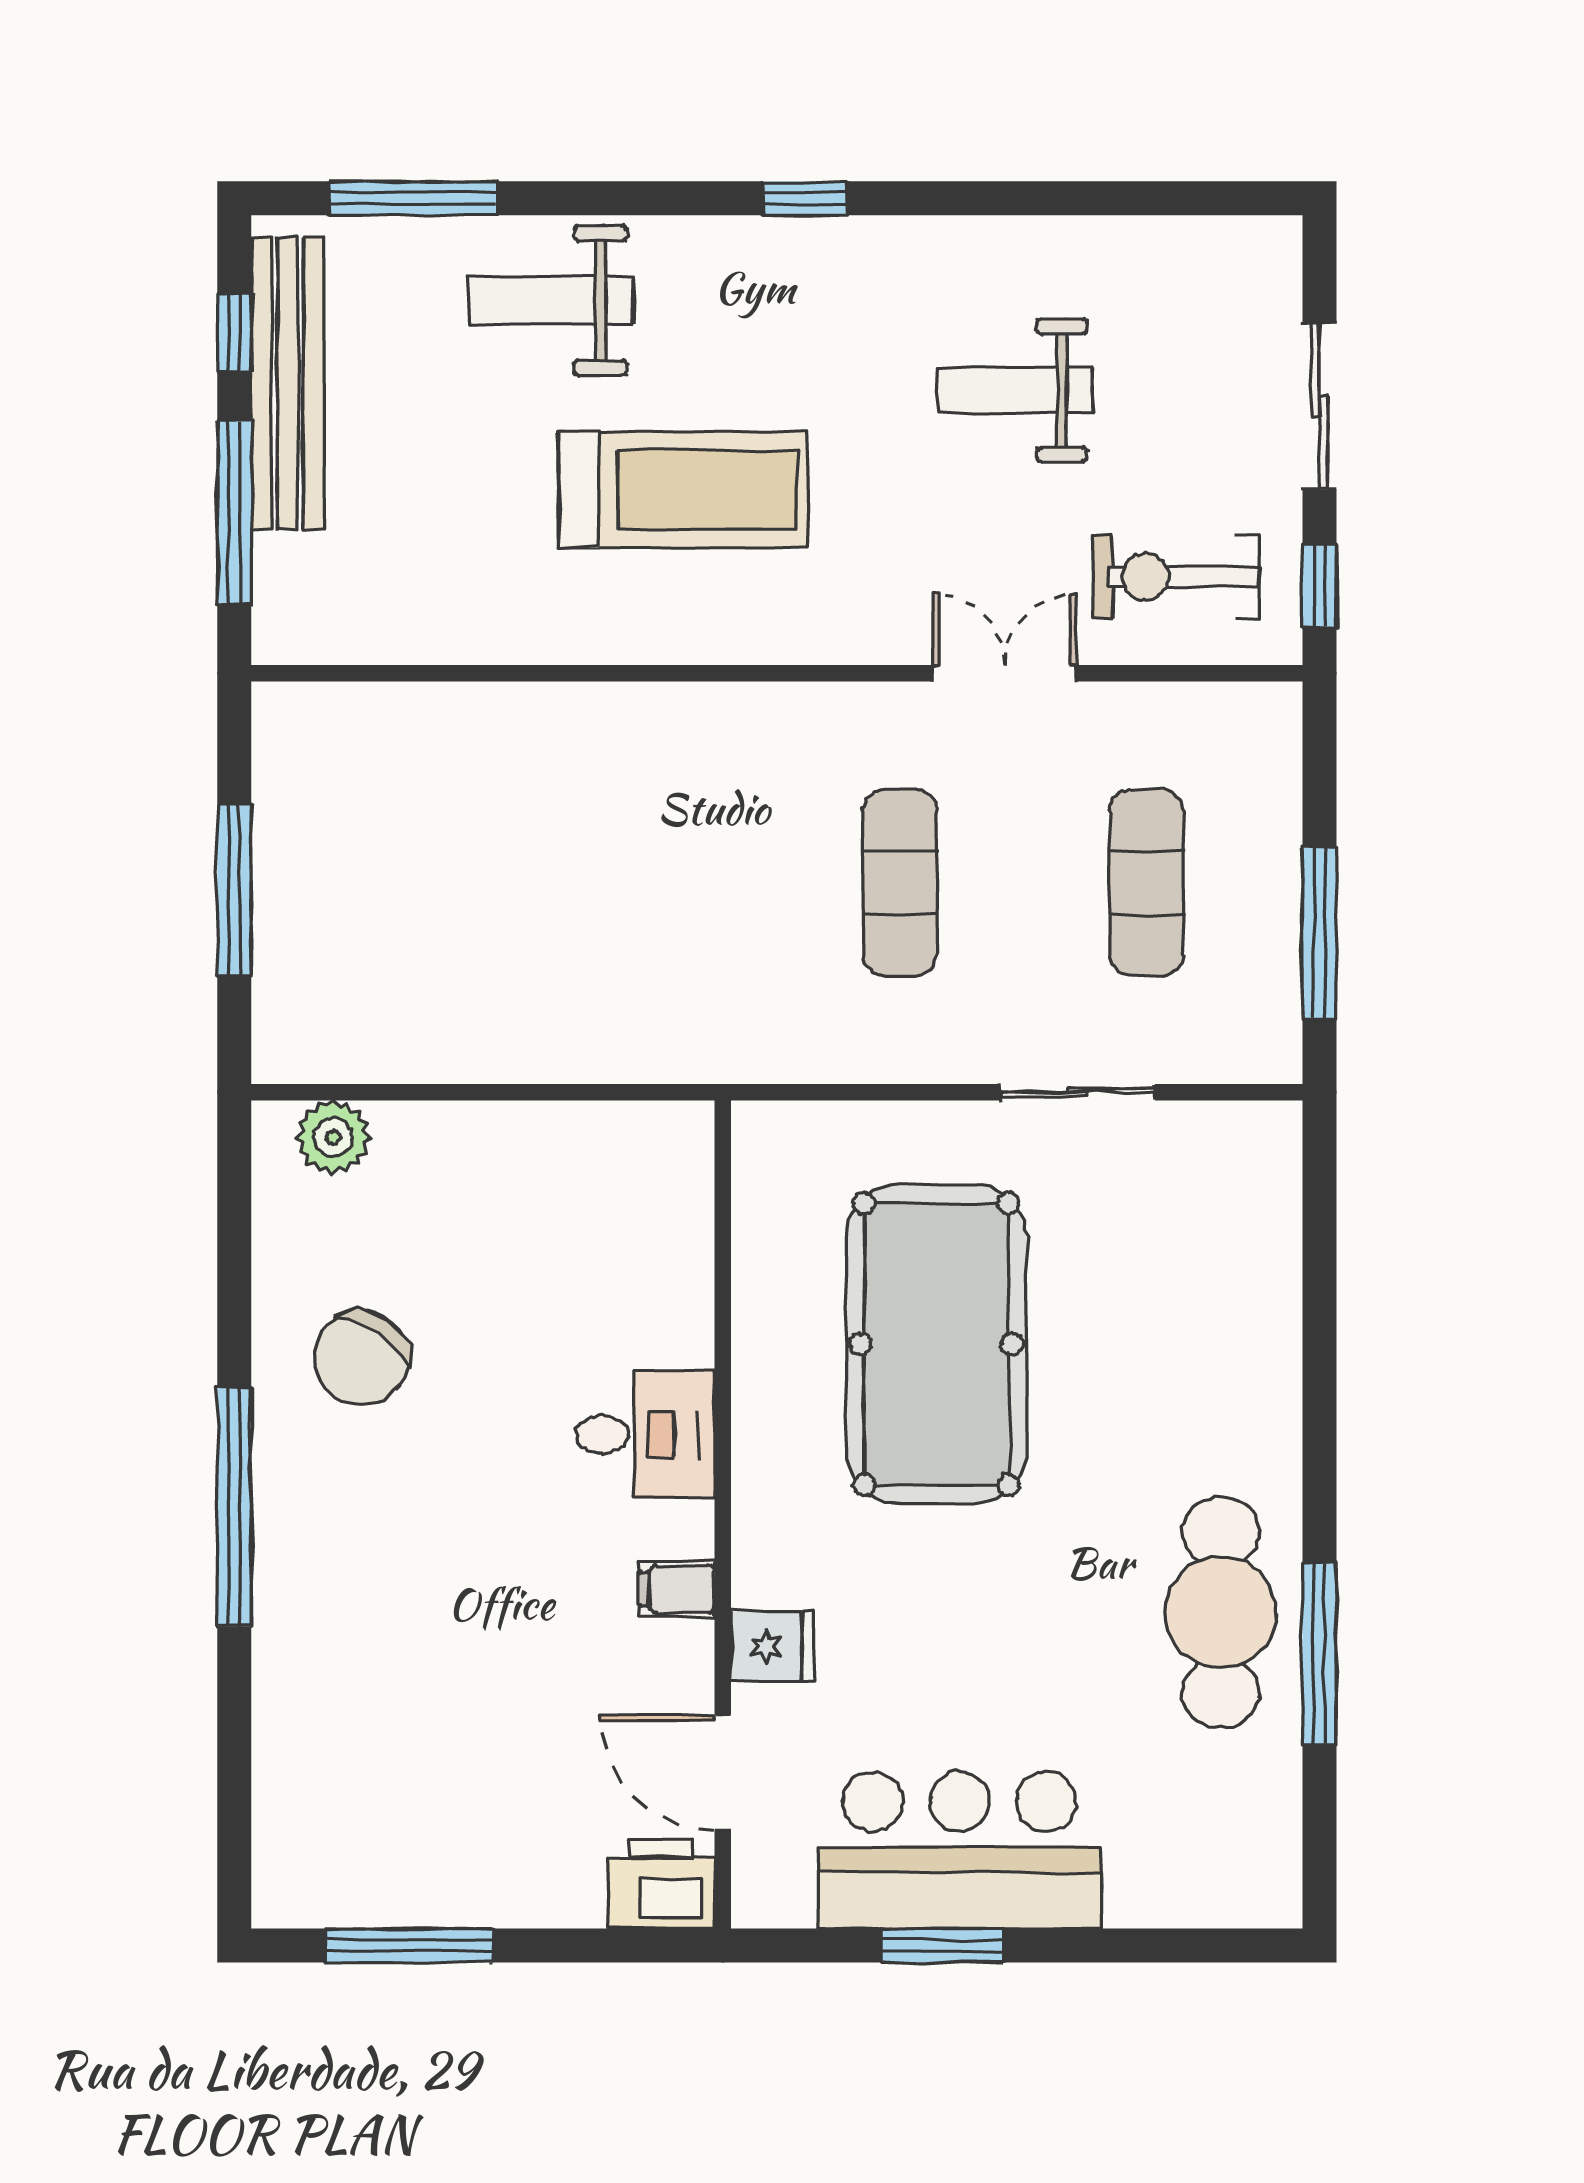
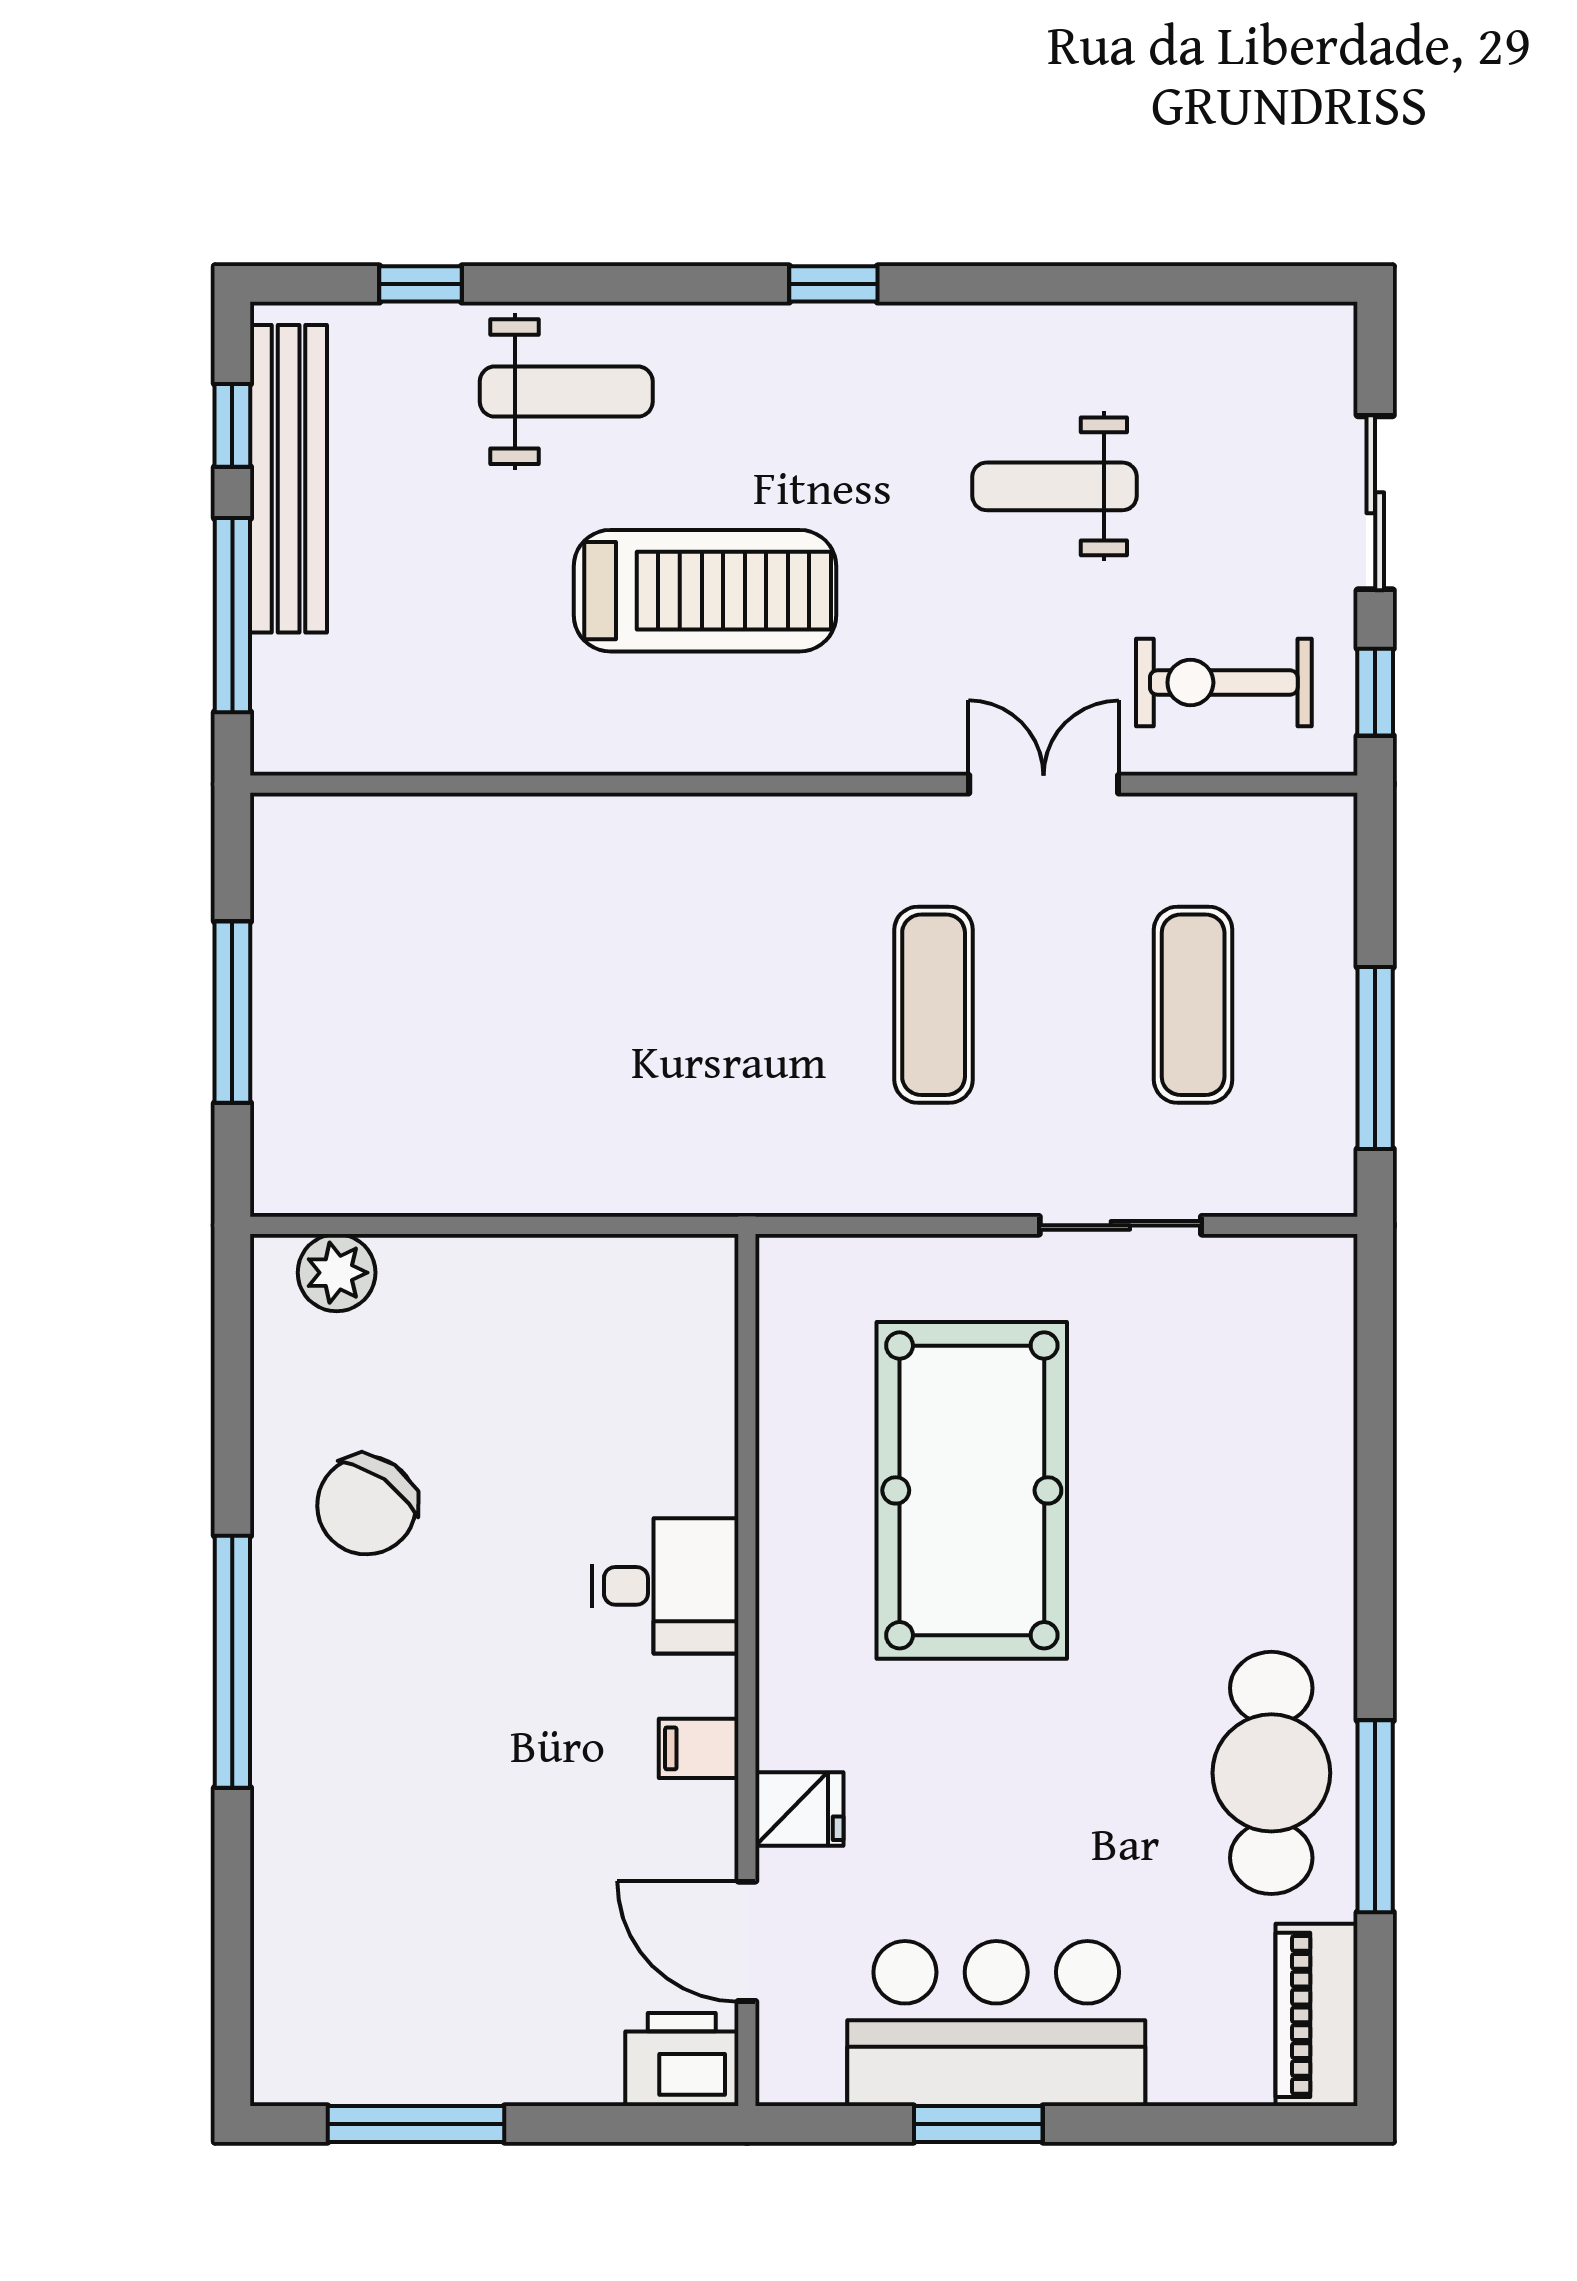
window: (413, 198) -> (421, 284), width x0.46
weight bench: (551, 300) -> (566, 392), turned 180
piano: (1264, 1842) -> (1317, 2015), added

